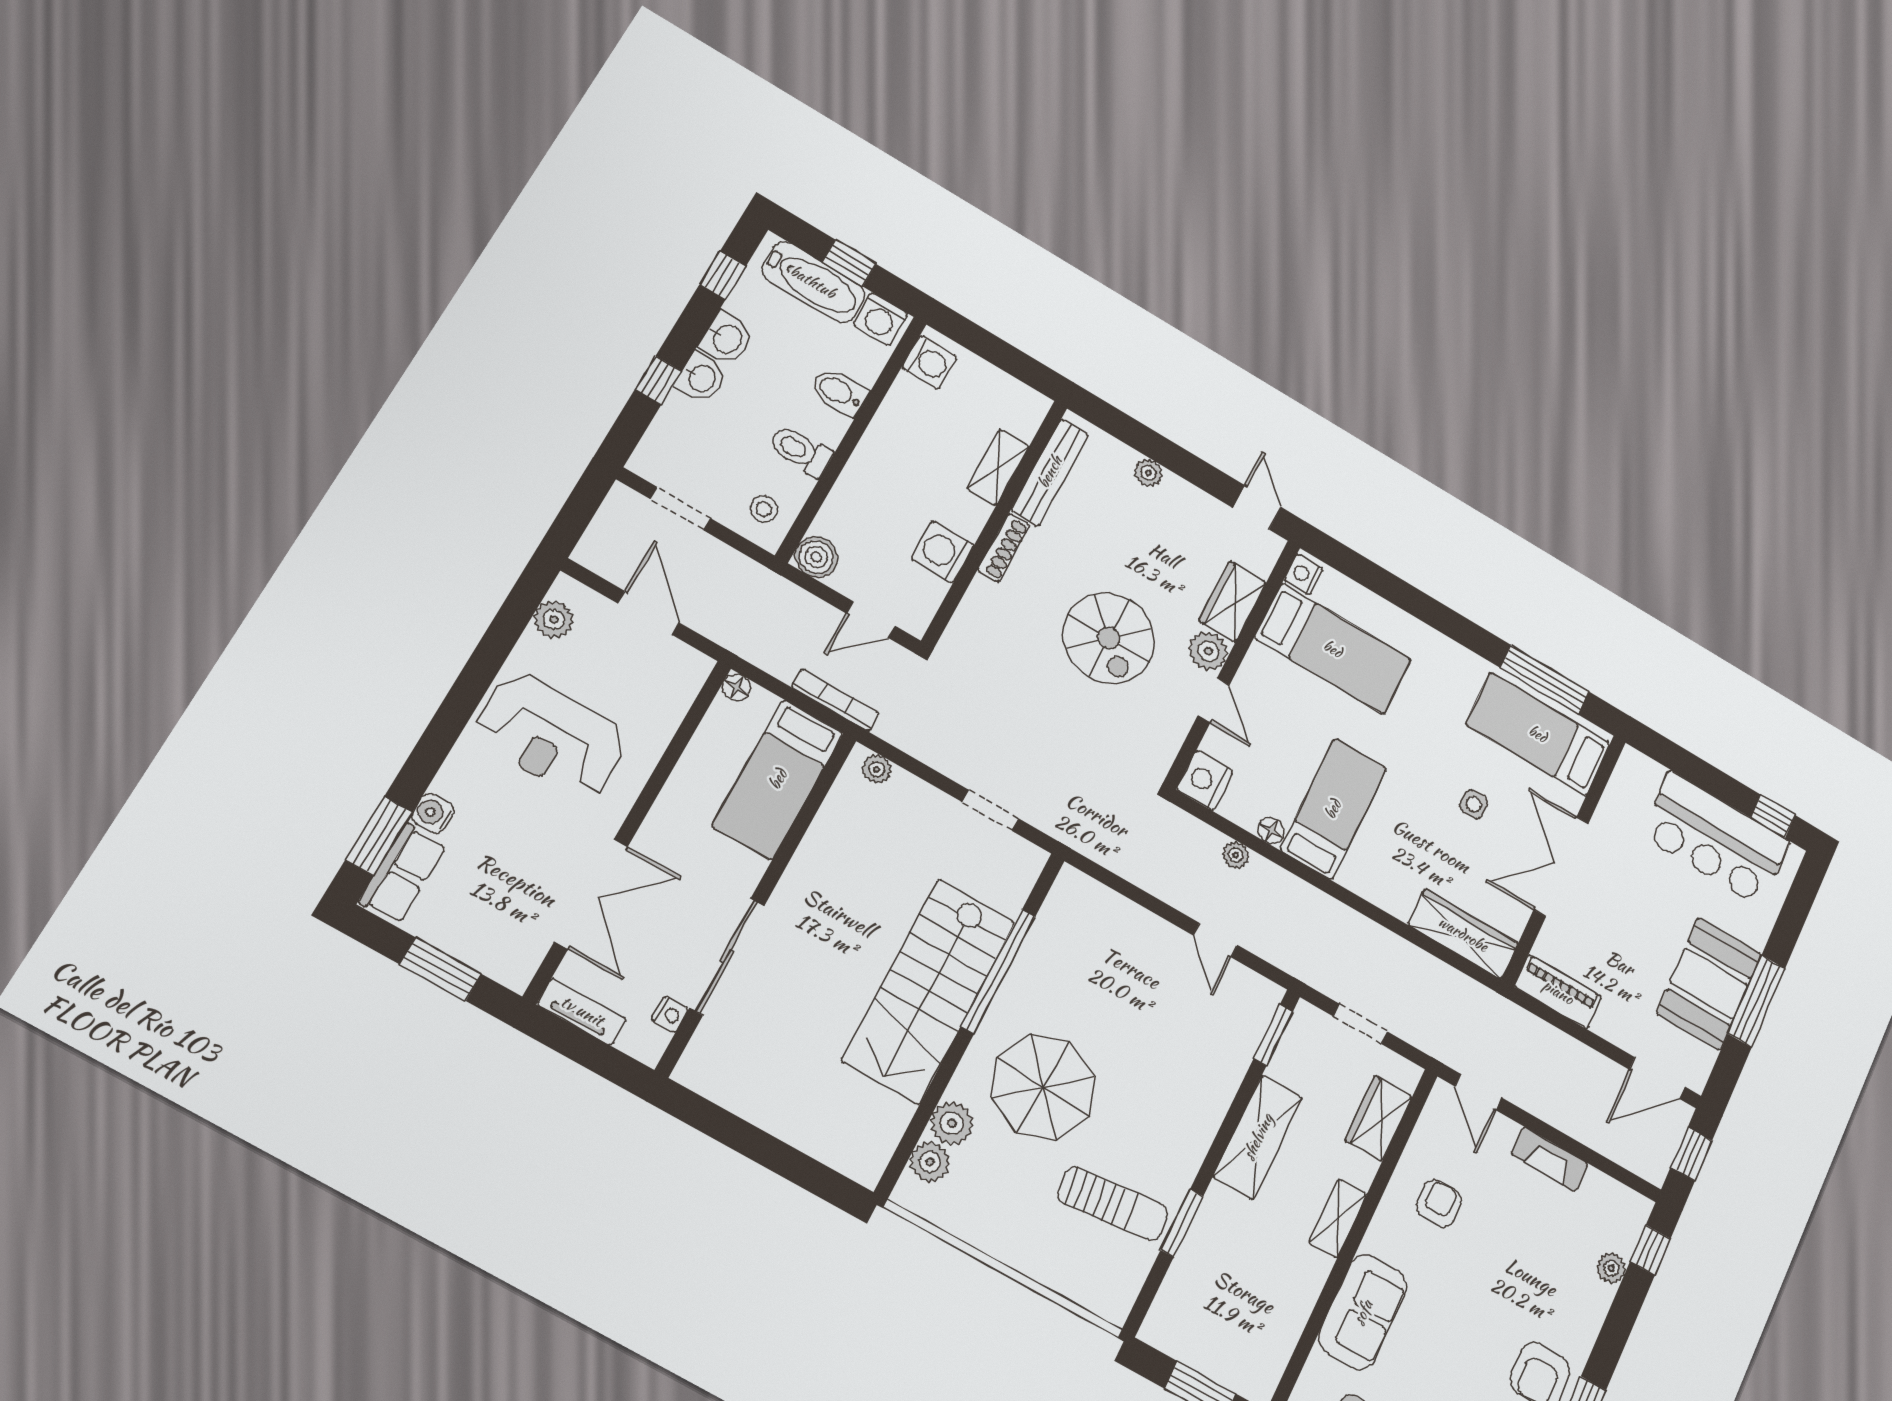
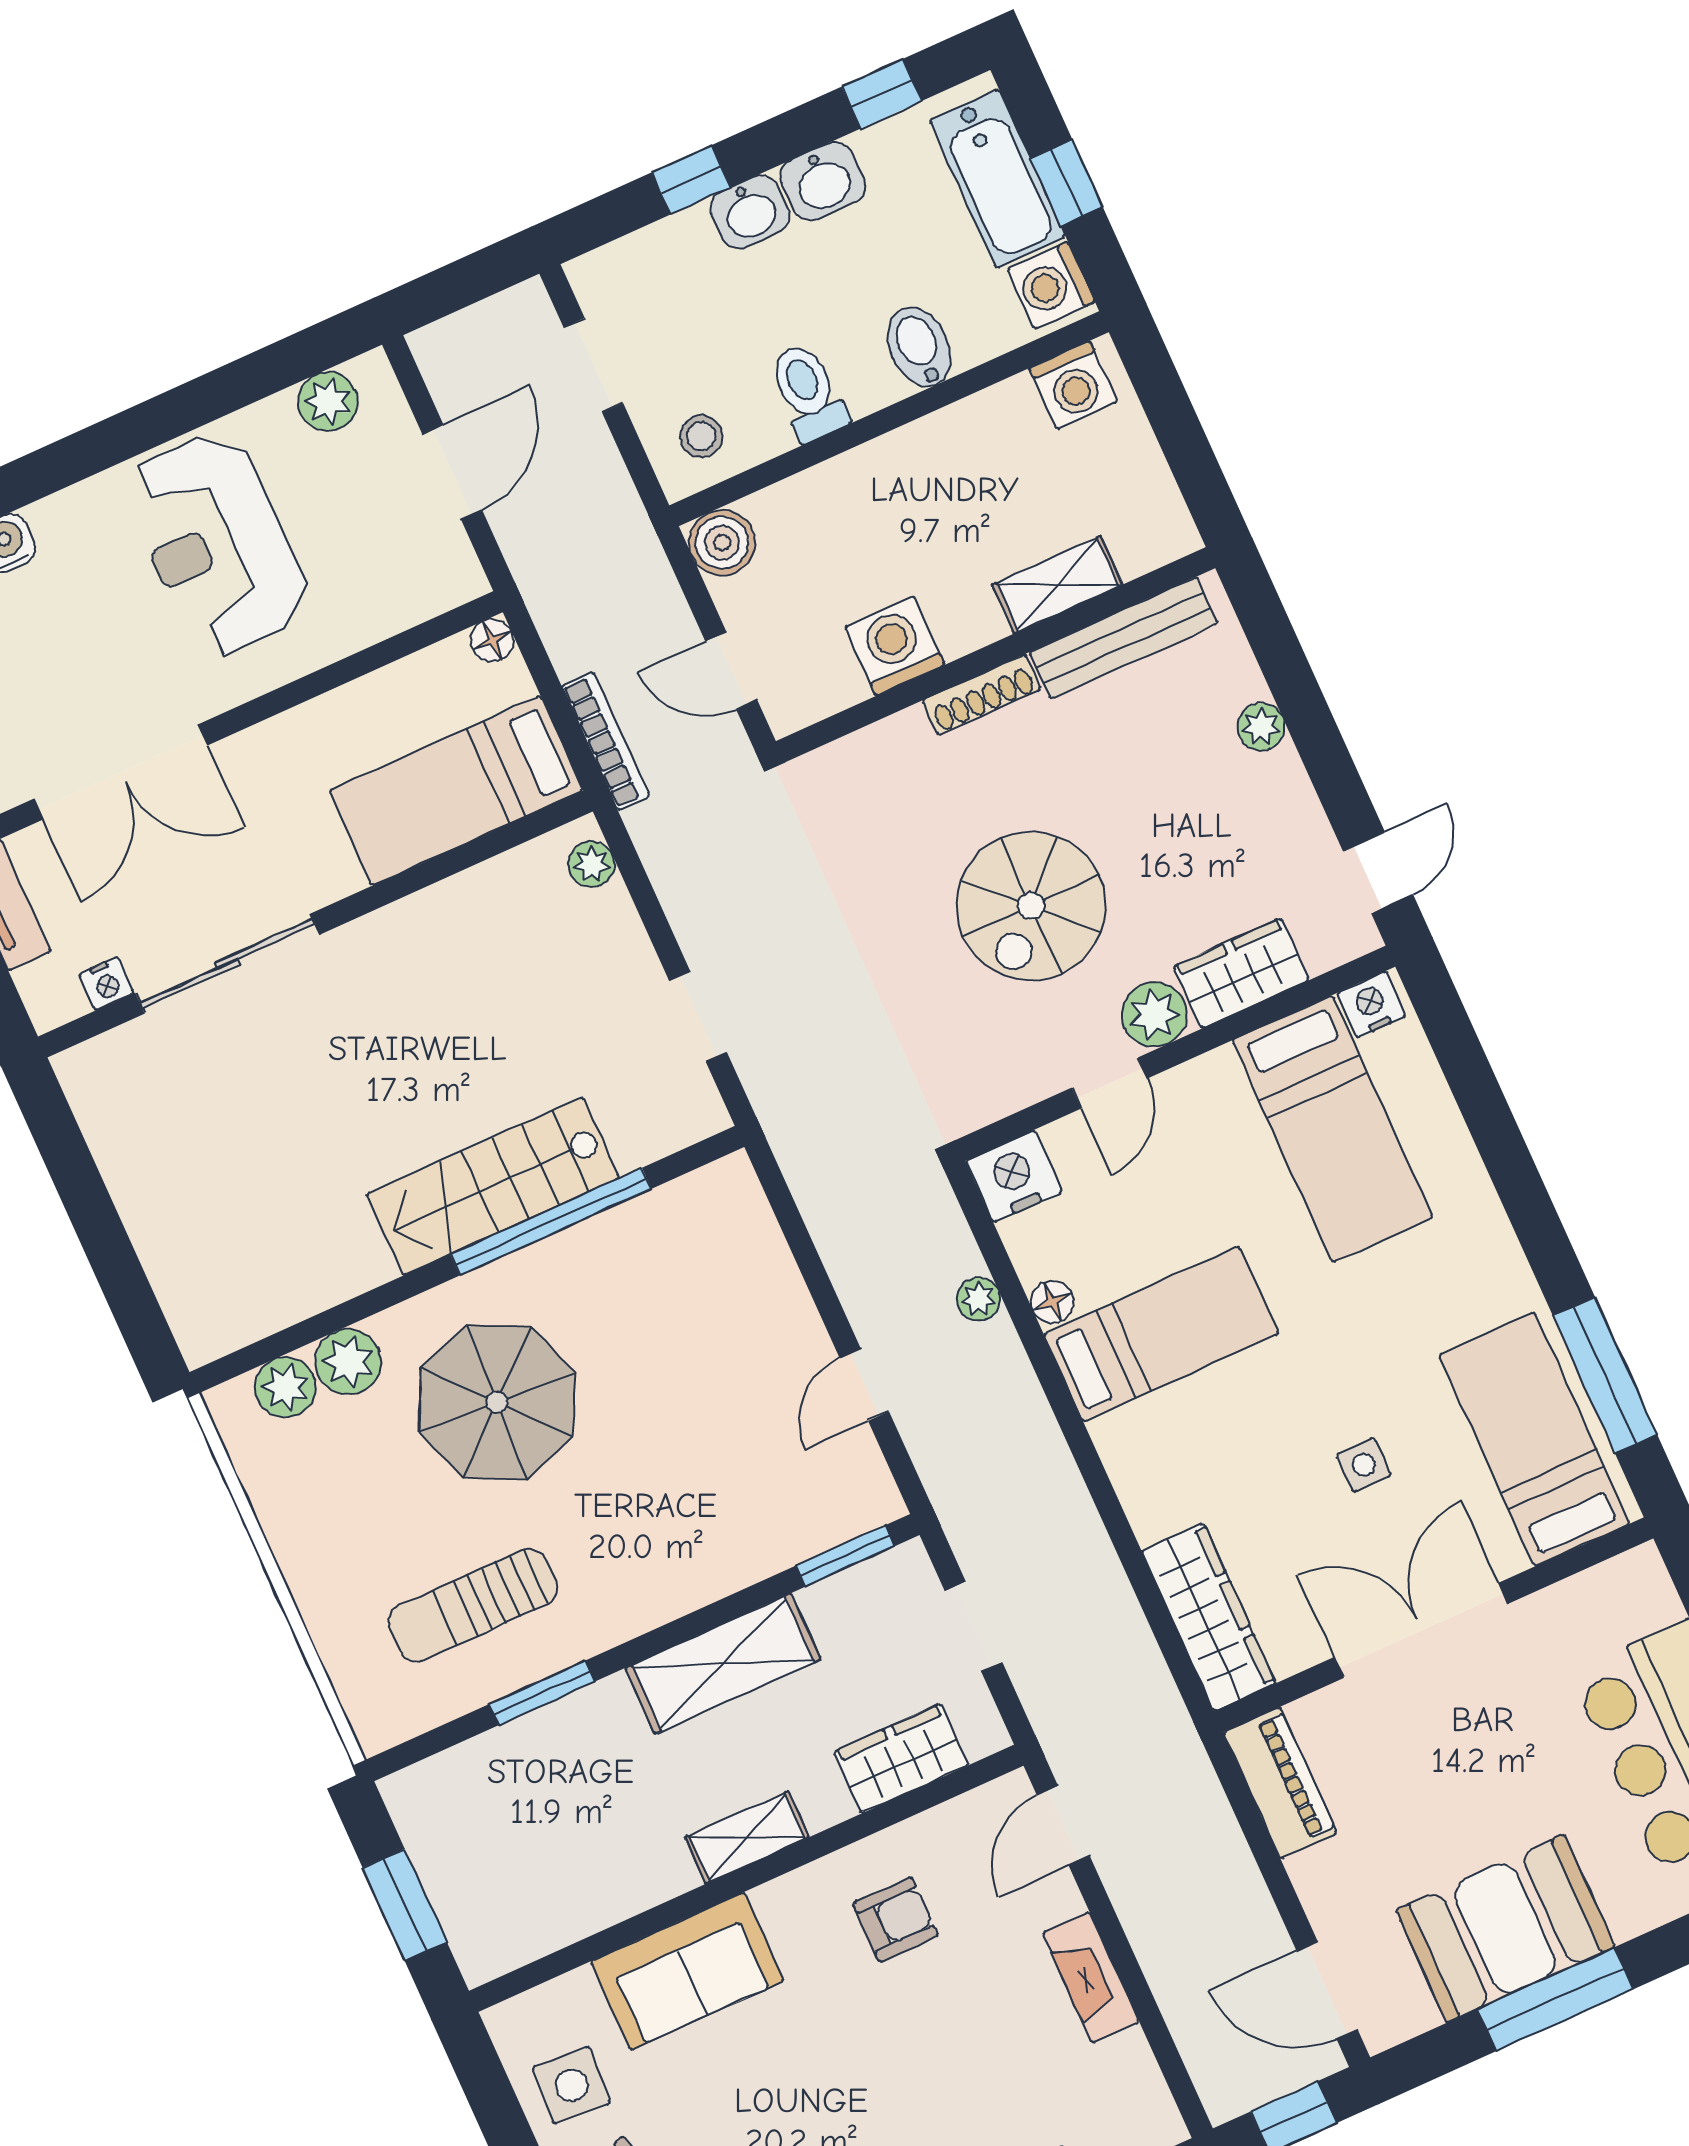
stairs: (929, 991) -> (493, 1186), width x0.73, depth x0.66
sun lounger: (1113, 1204) -> (473, 1605), turned 96

